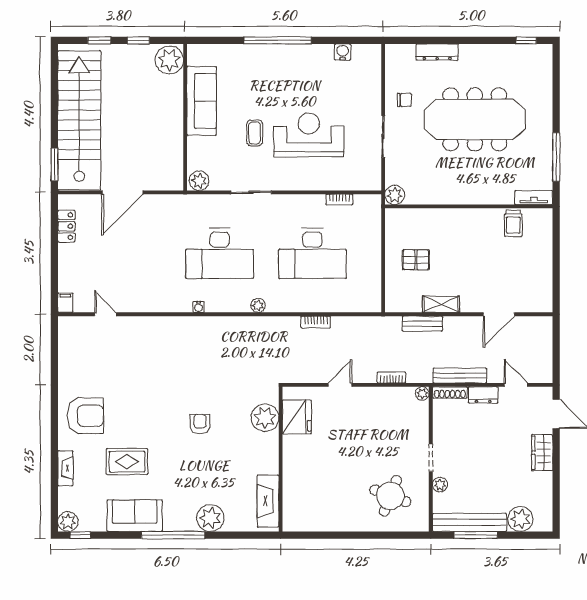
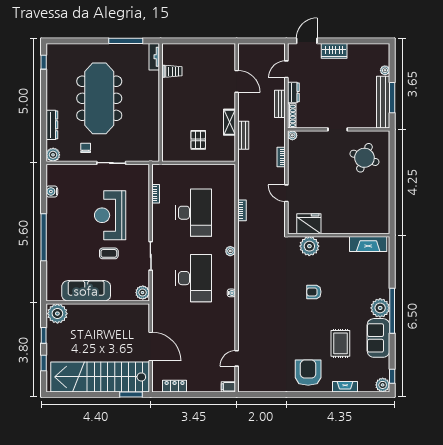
plant: (395, 195) -> (53, 155), moved
bench: (460, 376) -> (280, 104), width x0.73
plant: (440, 485) -> (357, 123), removed
plant: (210, 518) -> (380, 308), moved
plant: (520, 519) -> (385, 70), width x0.53, depth x0.53

